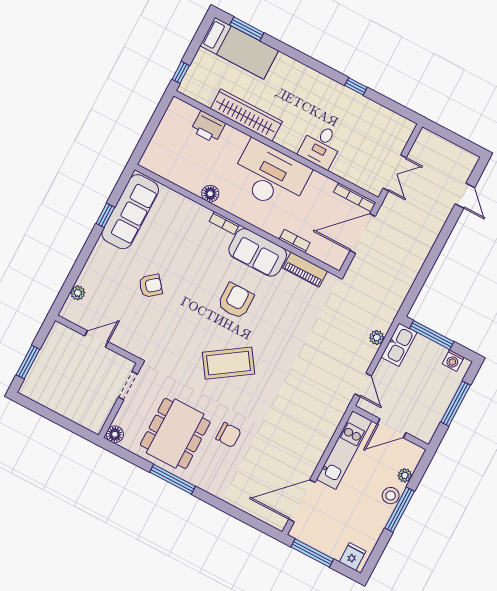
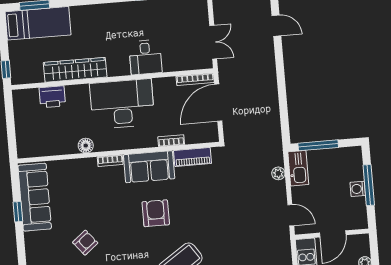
washing machine: (453, 361) -> (358, 189), moved, turned 90

